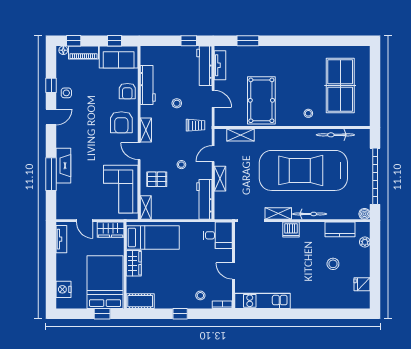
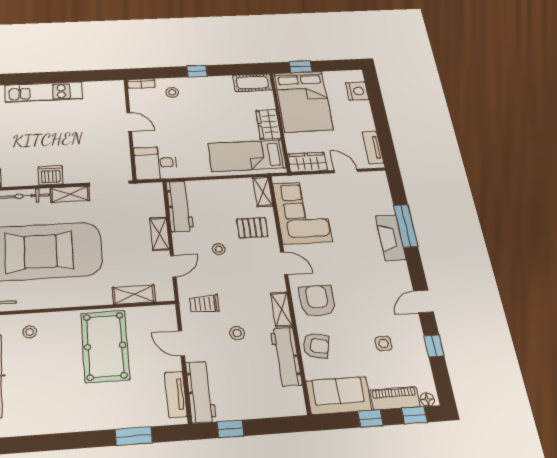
window: (115, 41) -> (370, 418), moved
armchair: (127, 91) -> (316, 346), turned 102
side table: (66, 93) -> (383, 343), moved
shelving: (146, 130) -> (281, 309), moved
kitchen unit: (263, 301) -> (44, 92), moved

